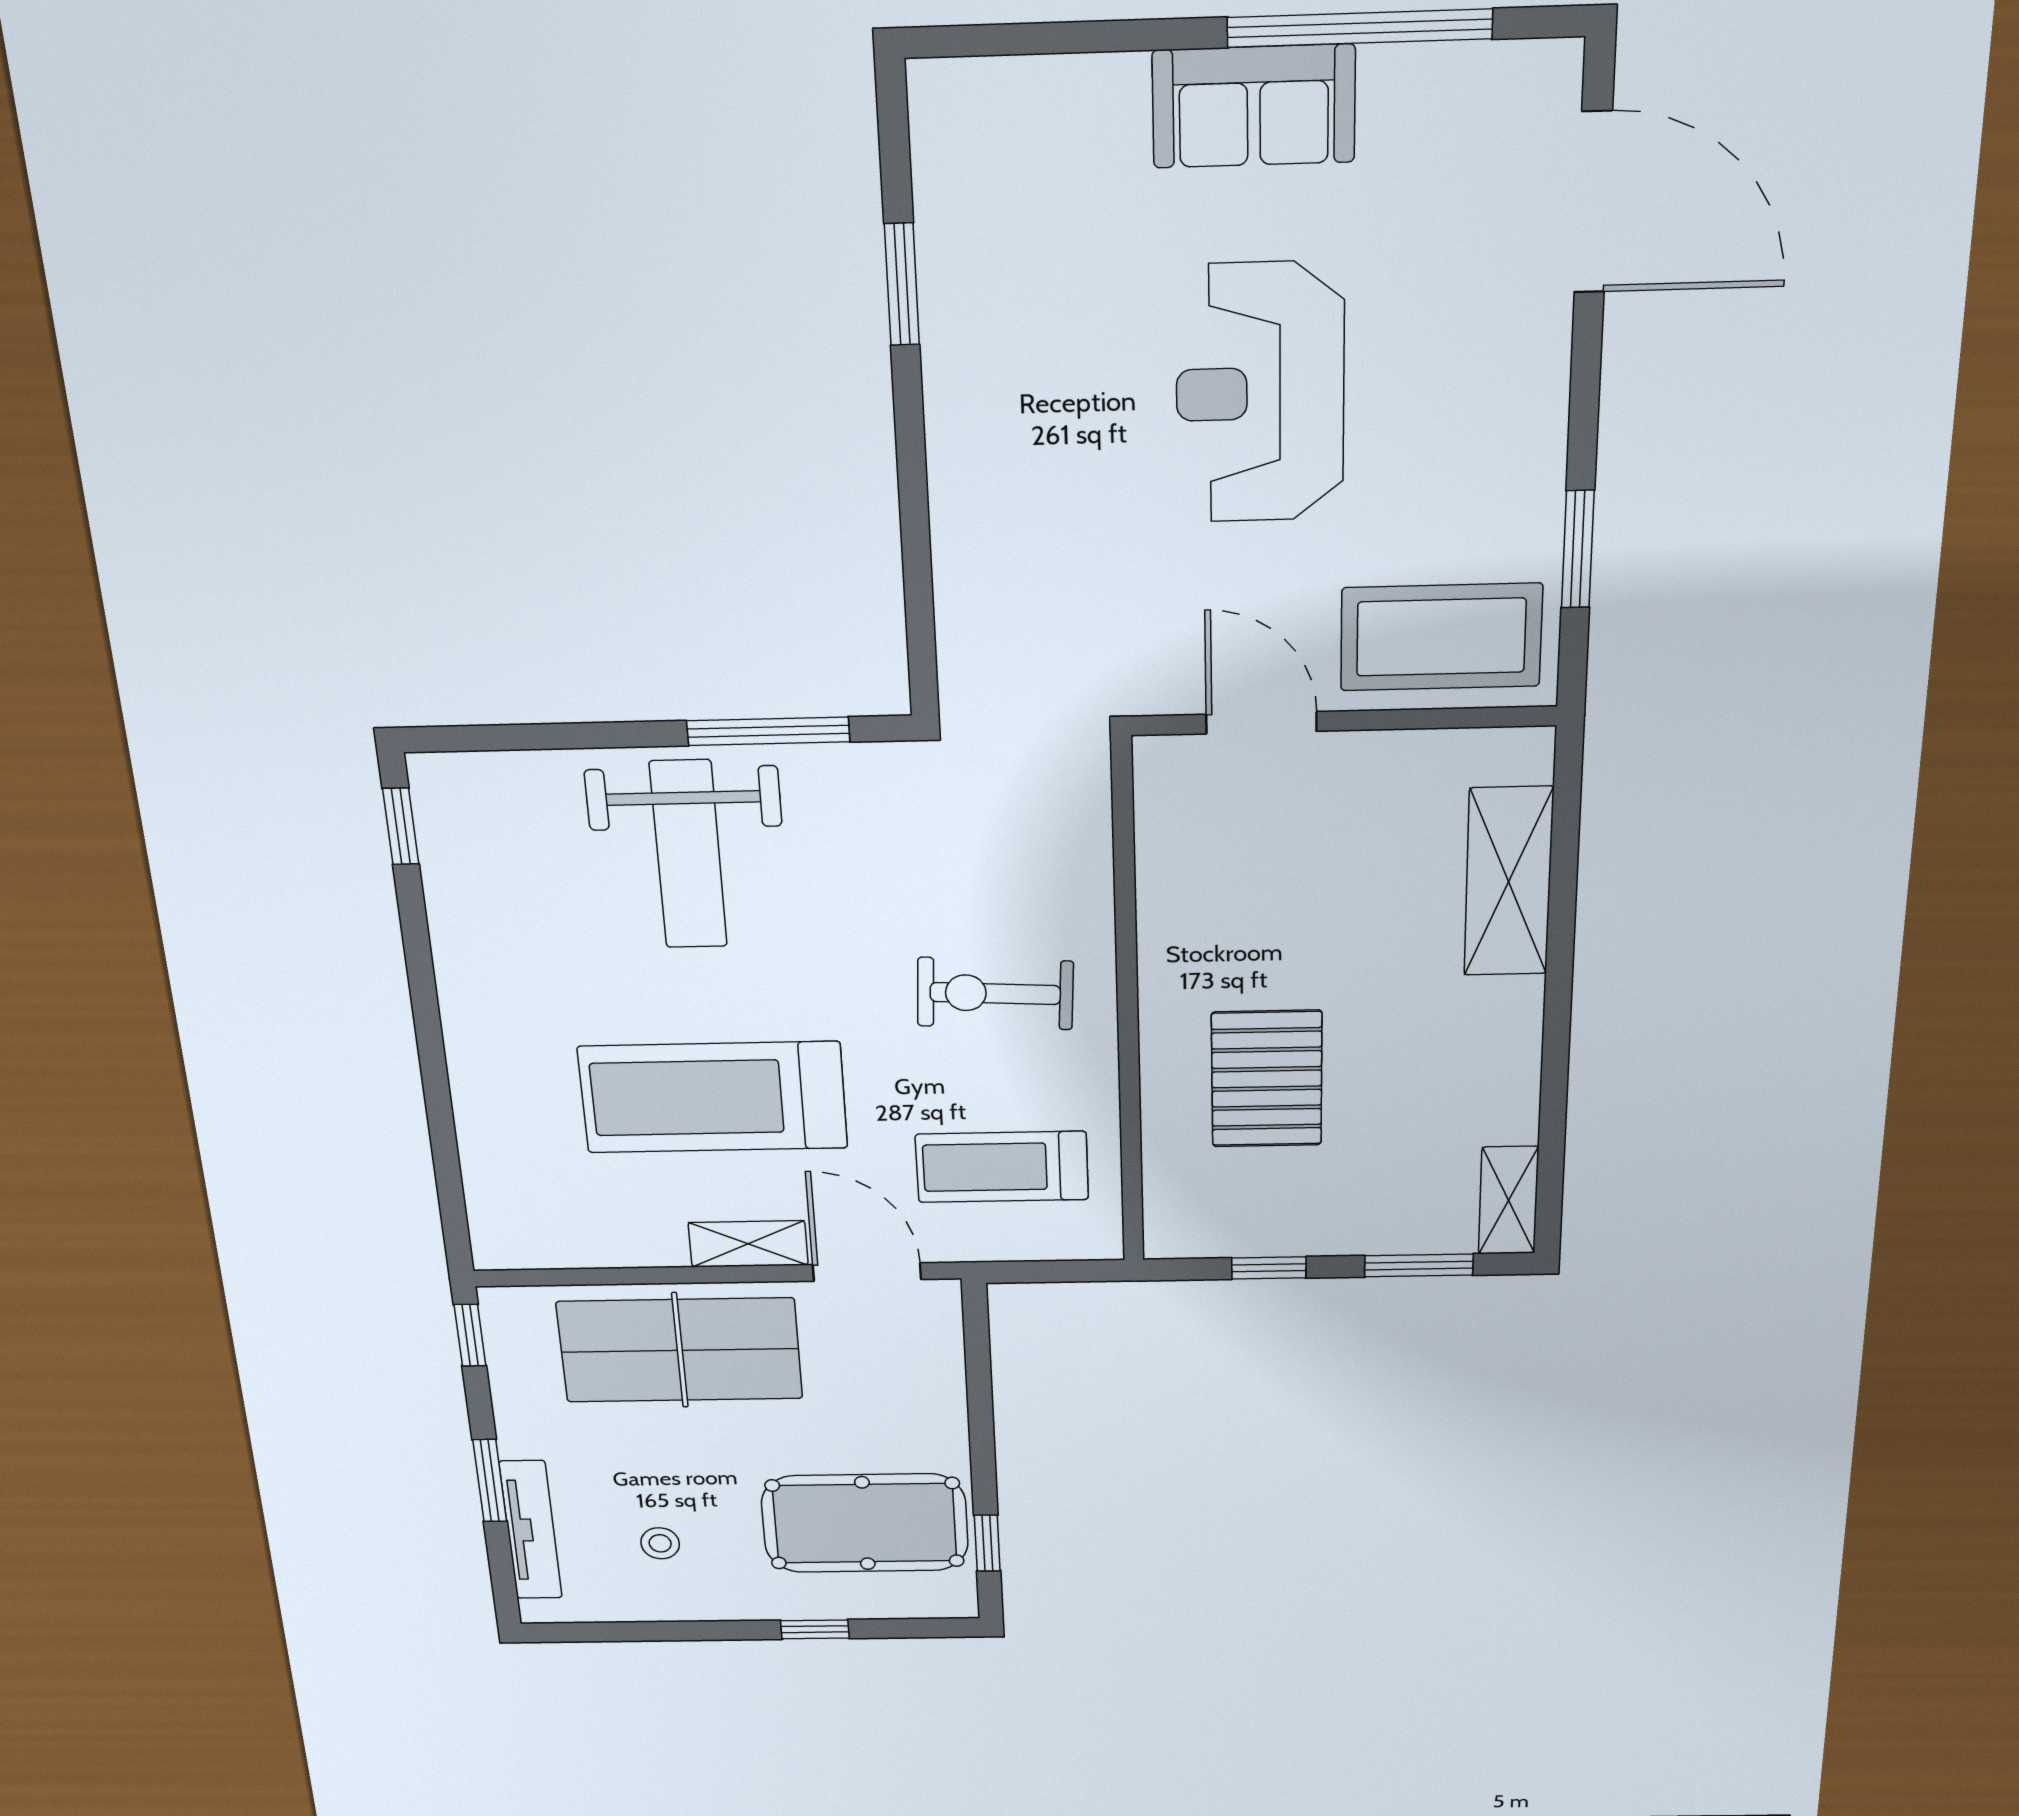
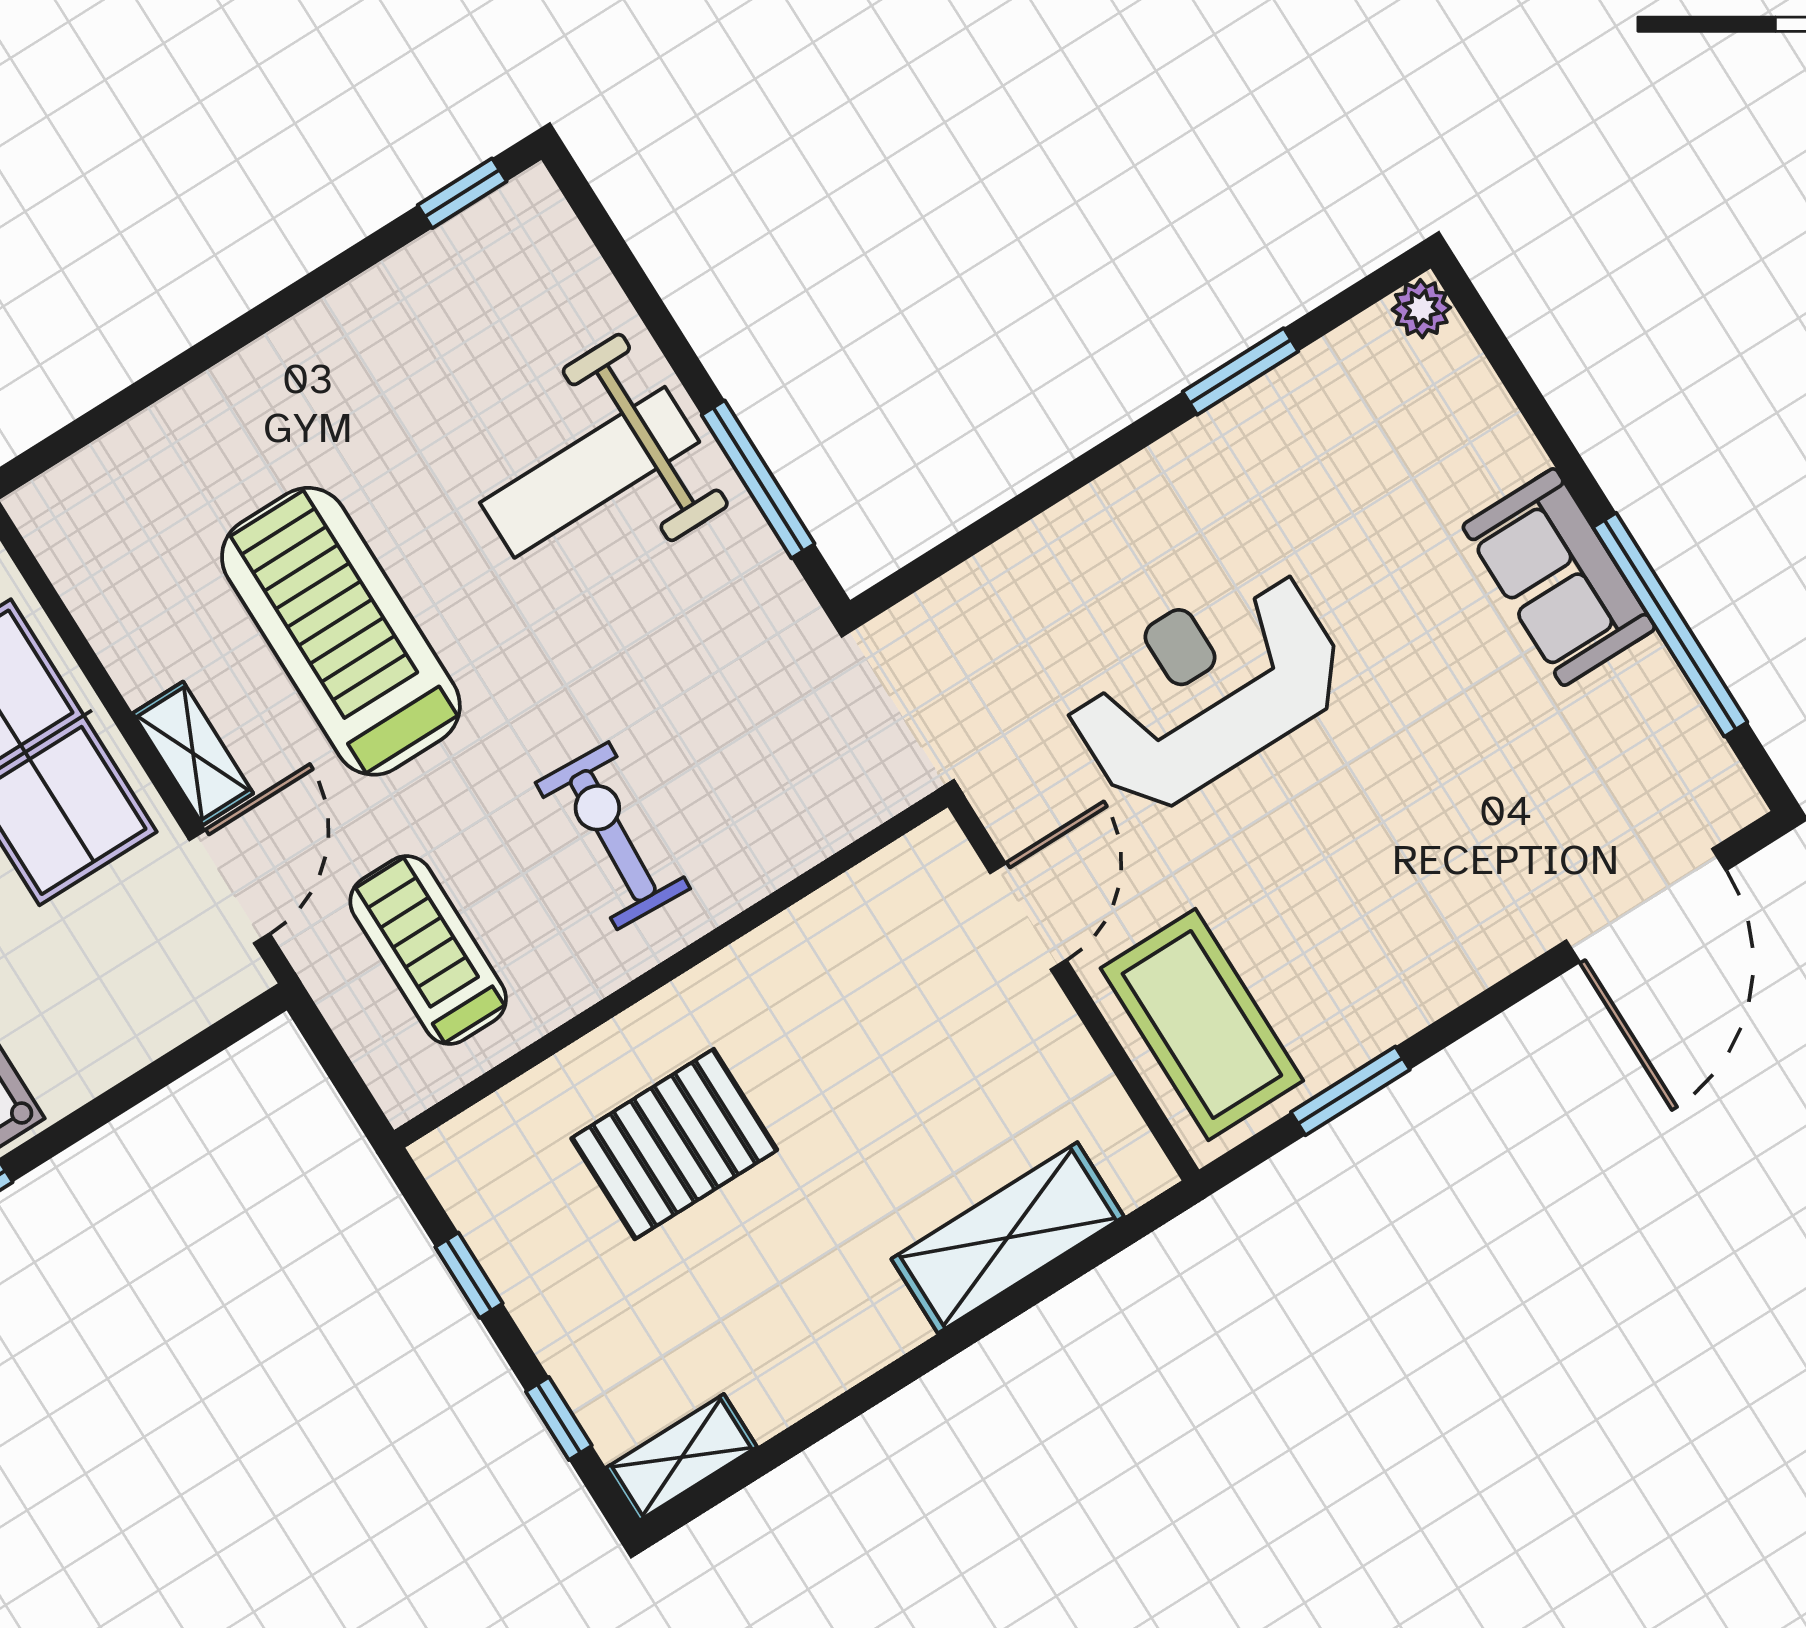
plant: (936, 88) -> (1421, 309), added
reception desk: (1260, 393) -> (1205, 688), moved
window: (1419, 1265) -> (559, 1418), width x0.67

